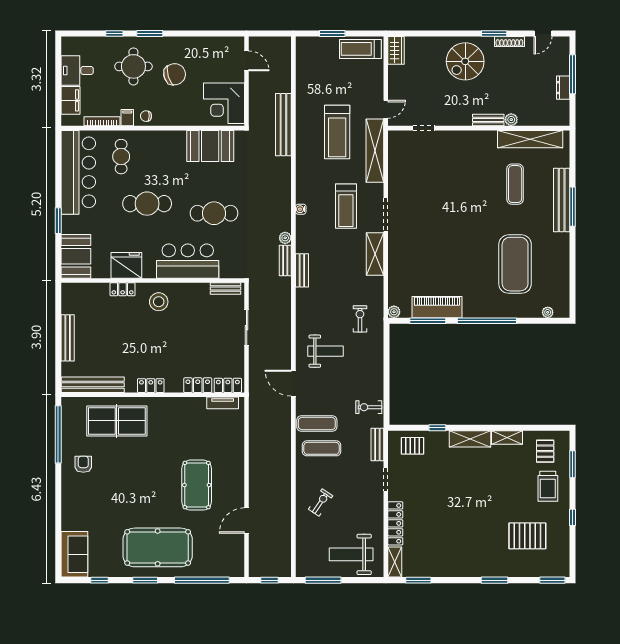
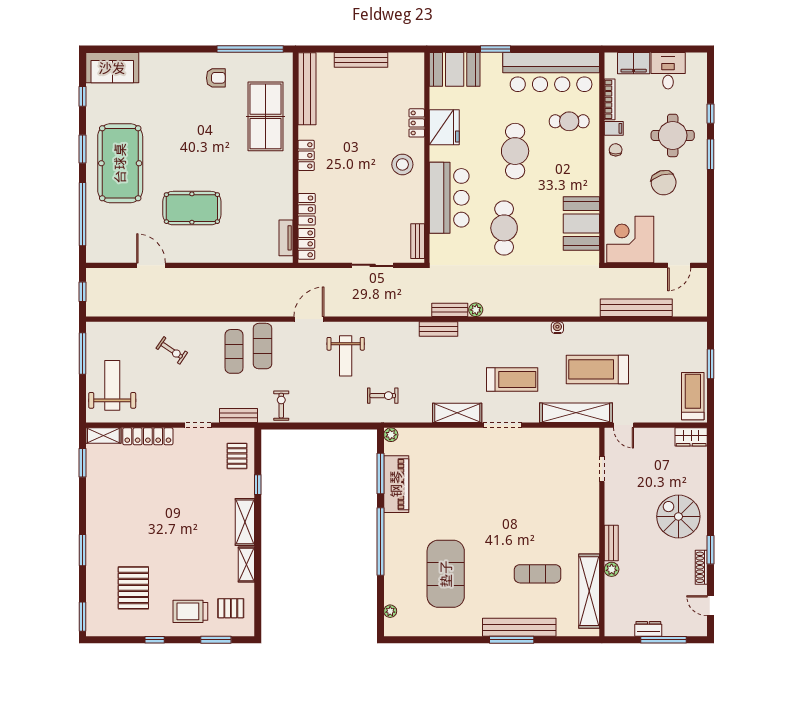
bench: (283, 125) -> (636, 308), moved
treadmill: (346, 206) -> (512, 380), turned 180
water cooler: (301, 209) -> (557, 328), moved
exercise mat: (515, 264) -> (446, 574), turned 90

